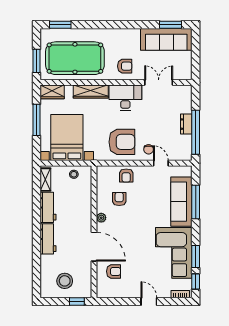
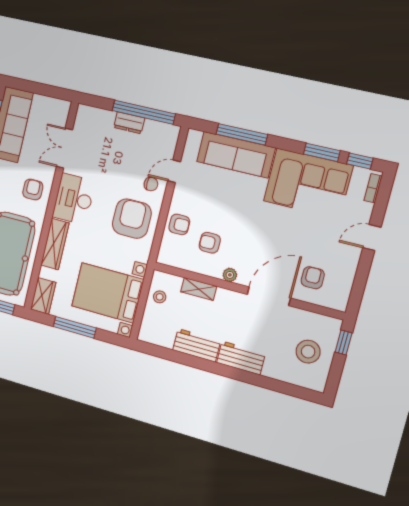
shelving: (45, 180) -> (199, 289), moved

